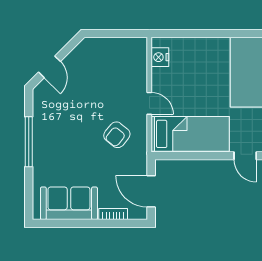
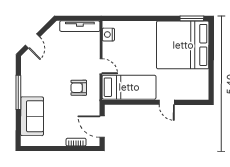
tv unit: (118, 45) -> (80, 26), added
armchair: (117, 135) -> (79, 88), turned 51
sofa: (69, 203) -> (32, 116), moved, turned 90

